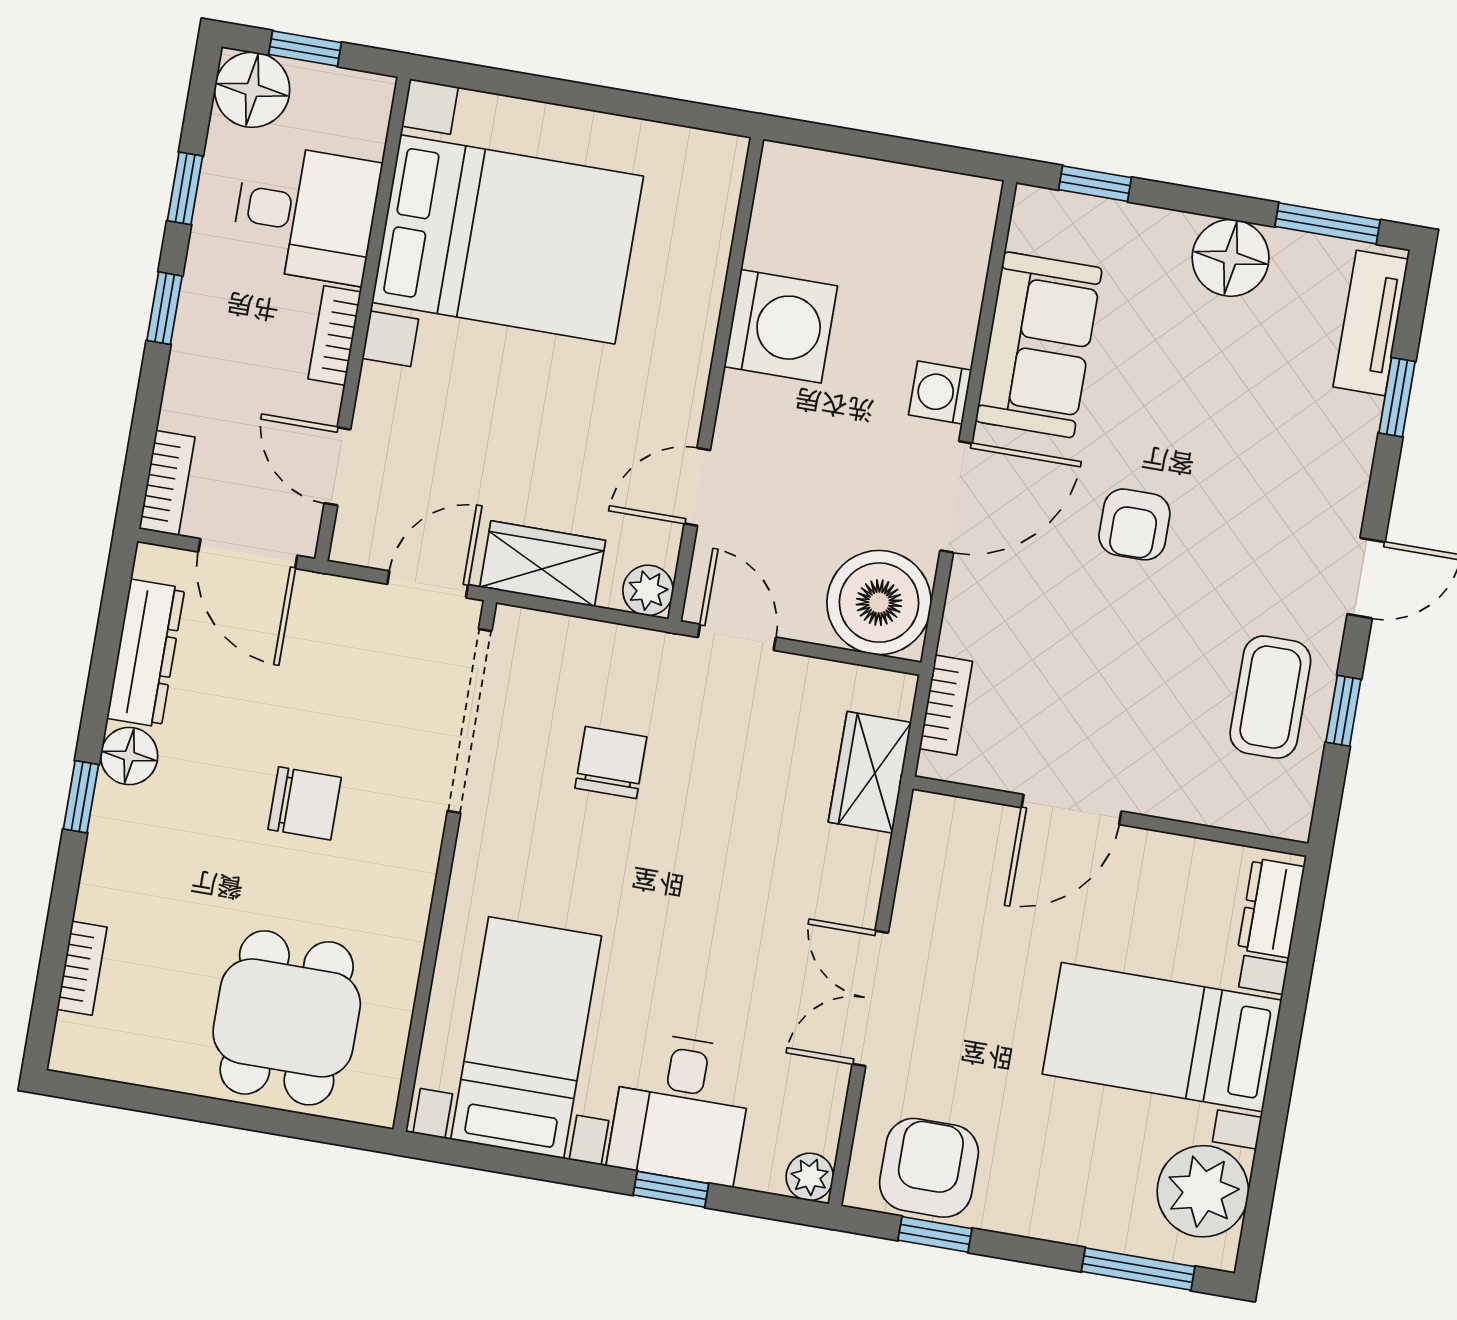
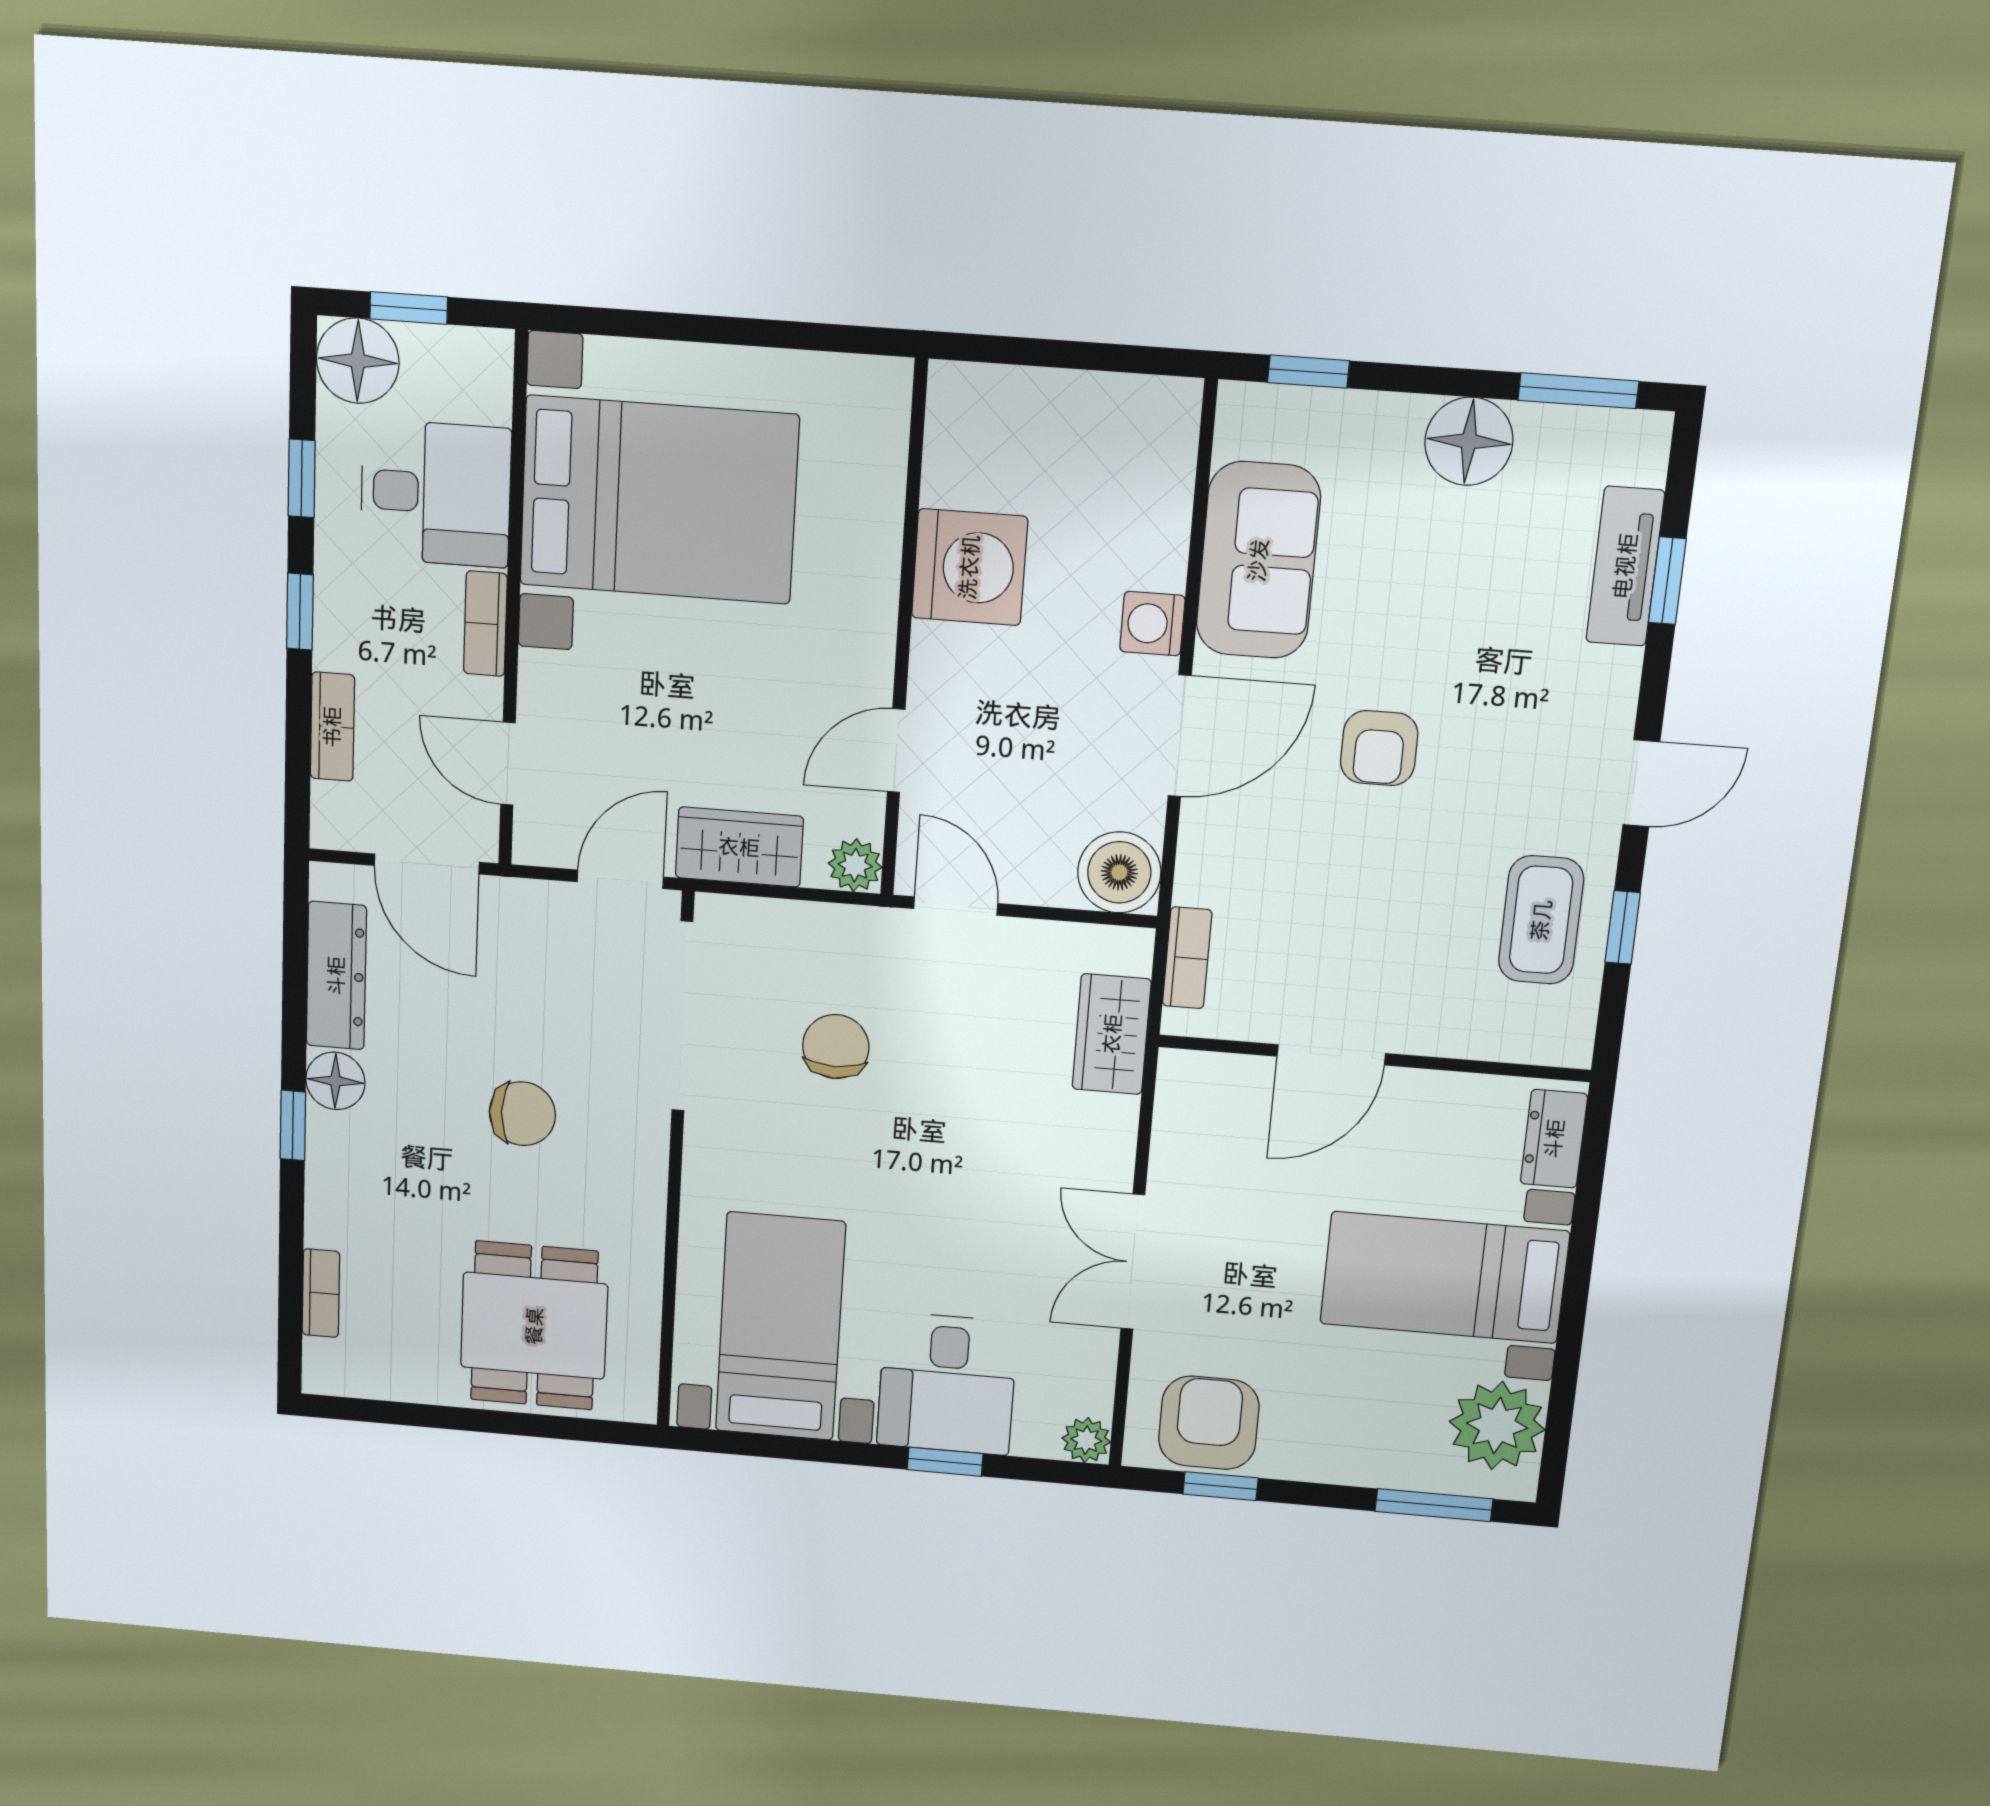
tv unit: (1371, 323) -> (1625, 566), moved
bookcase: (167, 483) -> (332, 727), moved
boiler: (879, 603) -> (1119, 872), width x0.73, depth x0.73

